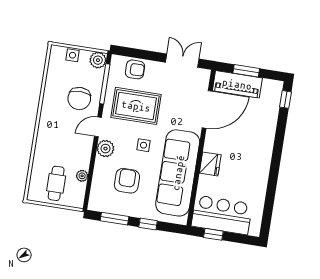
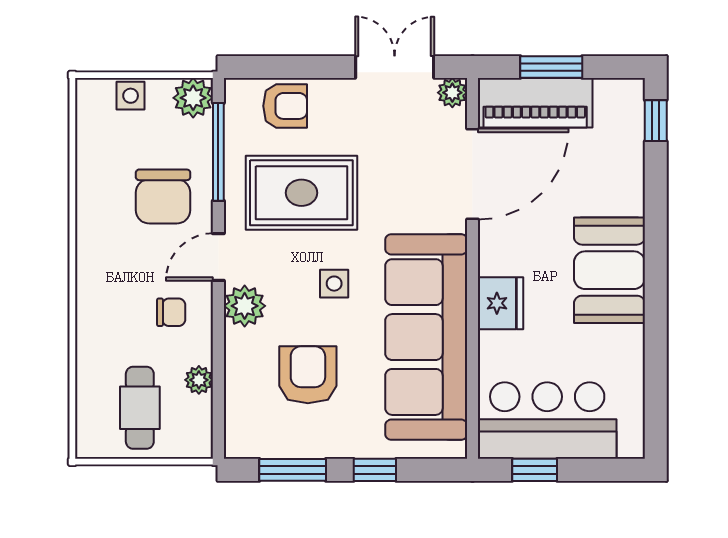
plant: (204, 75) -> (452, 93), added
chair: (75, 146) -> (171, 312), added
booth: (257, 158) -> (609, 270), added

